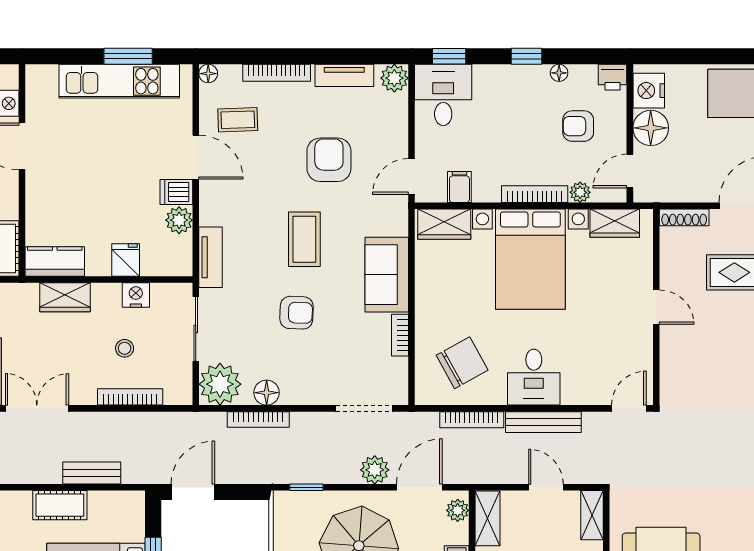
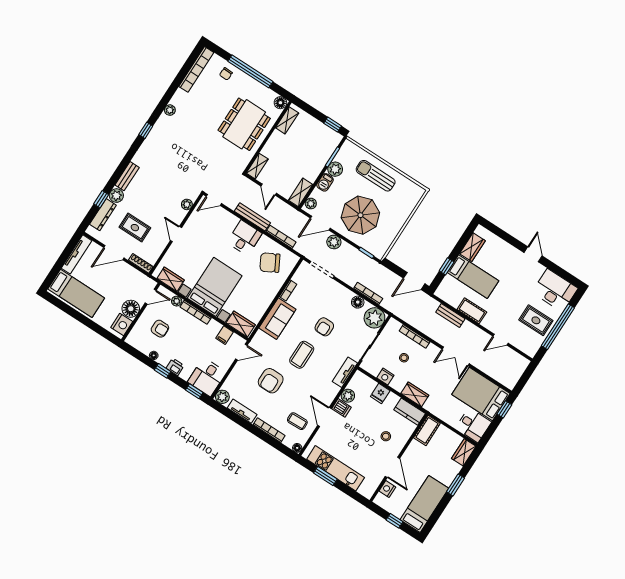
printer: (612, 77) -> (175, 367), moved
stool: (68, 193) -> (386, 436), added
armchair: (296, 313) -> (324, 327), turned -92
plant: (670, 370) -> (187, 204), added

